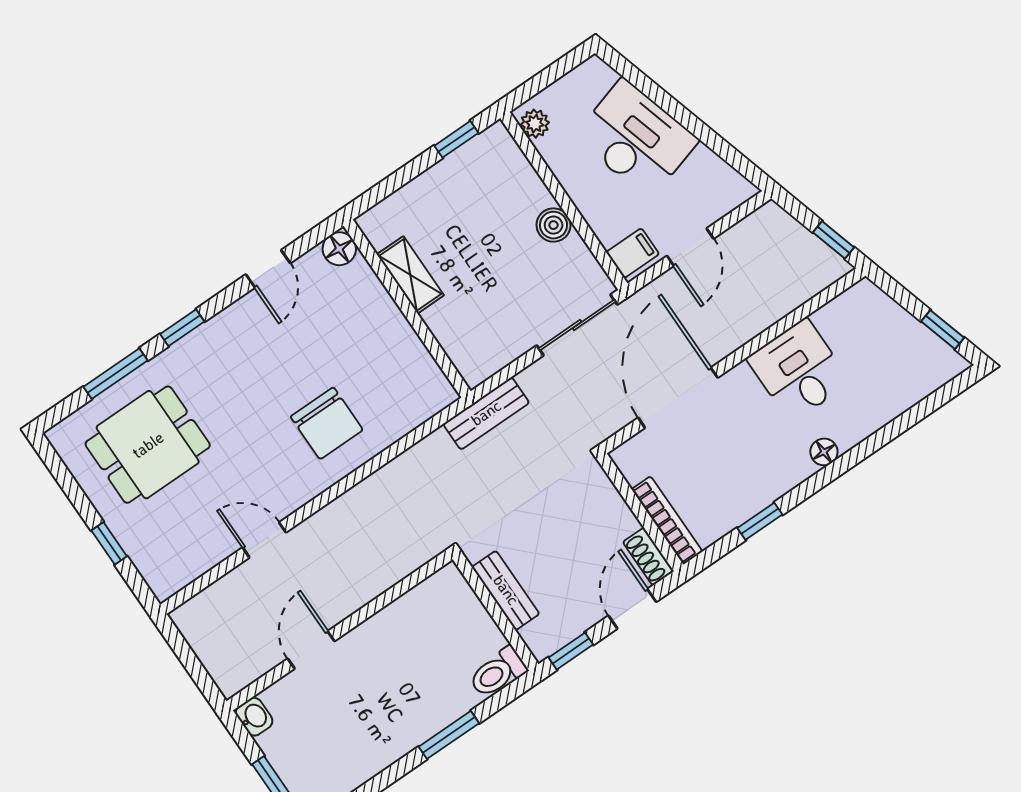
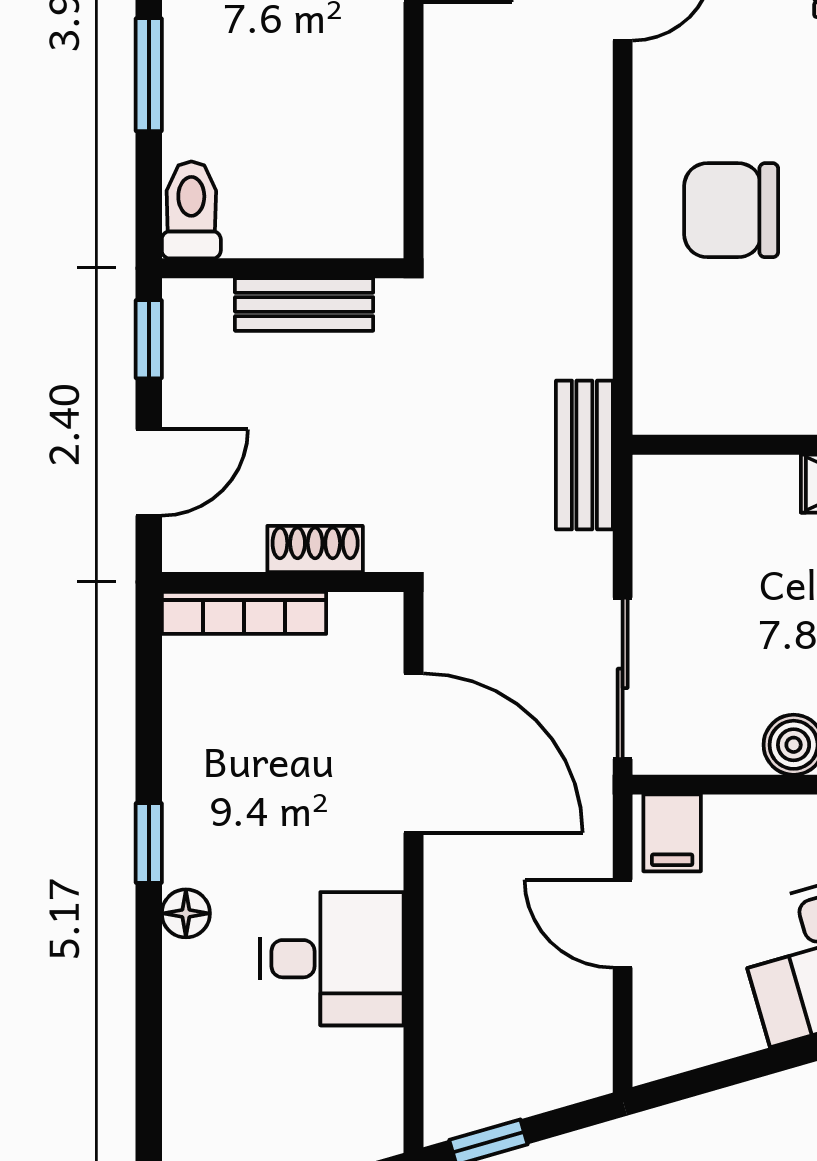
window: (760, 521) -> (149, 843), moved
shoe rack: (648, 557) -> (315, 549), moved
door: (632, 609) -> (149, 473), hinge flipped

